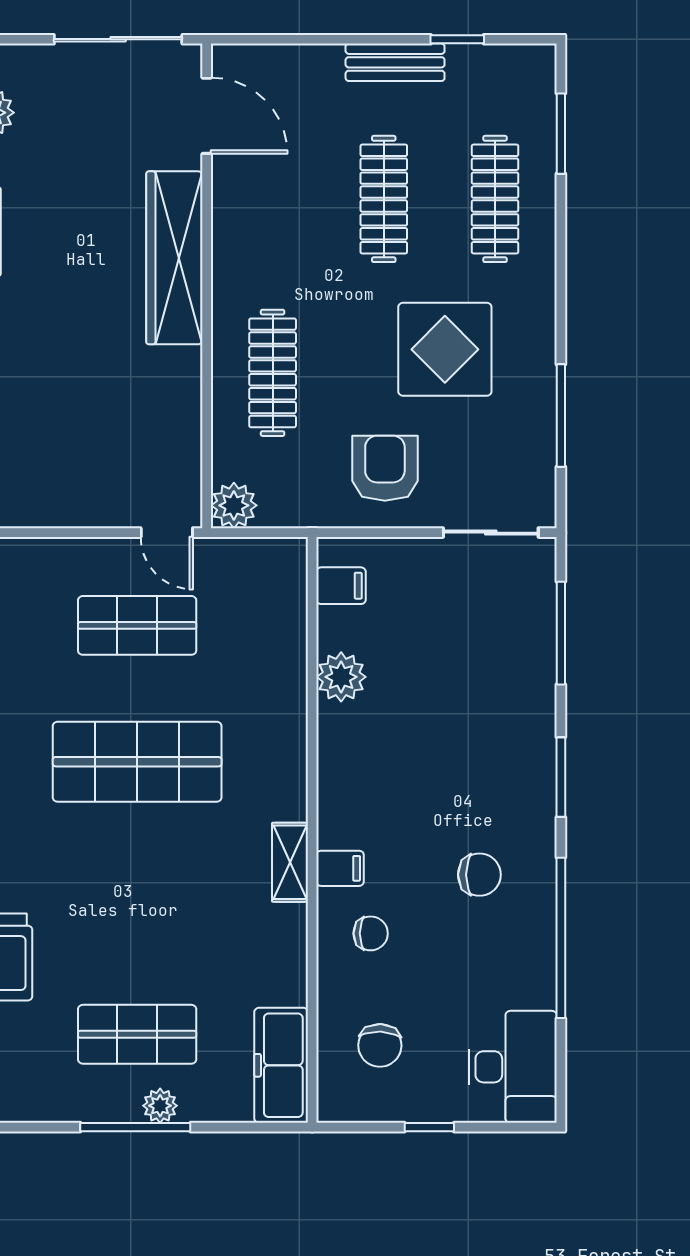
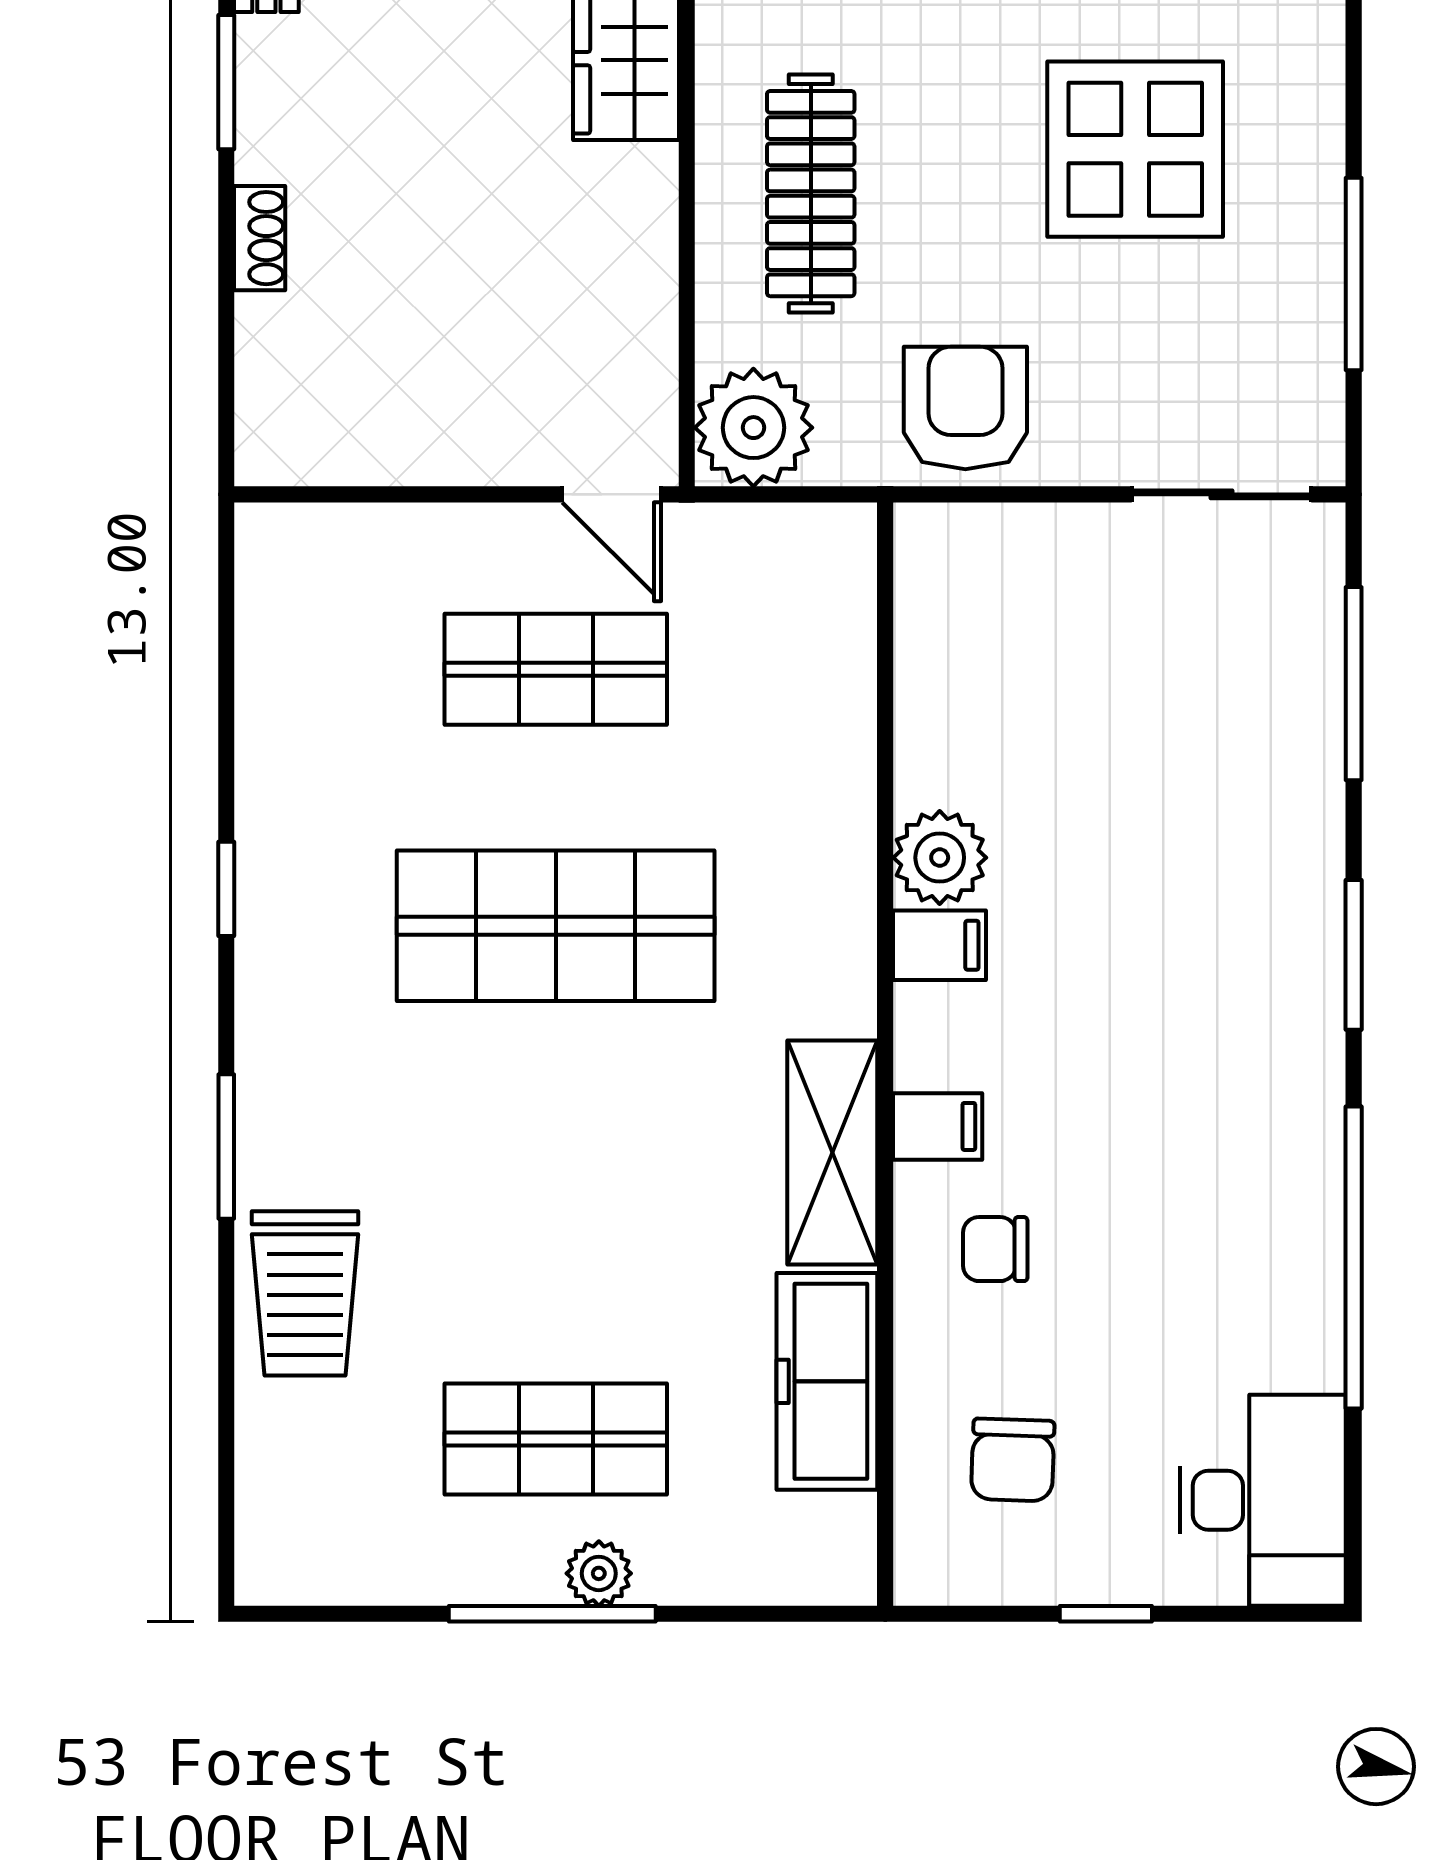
armchair: (385, 468) -> (965, 408), moved
plant: (234, 505) -> (753, 428), width x1.36, depth x1.36
filing cabinet: (341, 586) -> (939, 945), moved
plant: (341, 677) -> (940, 858), moved
shelving: (290, 862) -> (832, 1152), width x1.50, depth x1.33
chair: (479, 875) -> (1200, 1139), removed
chair: (371, 933) -> (995, 1249), turned 180
freezer: (281, 1065) -> (827, 1381), moved

